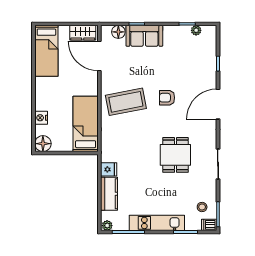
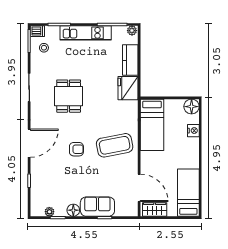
floor lamp: (118, 32) -> (73, 210), moved
fridge: (109, 169) -> (128, 88), width x1.88, depth x1.34

